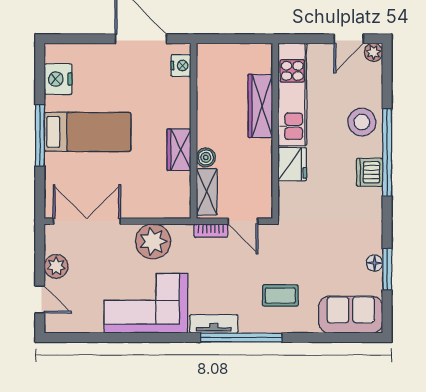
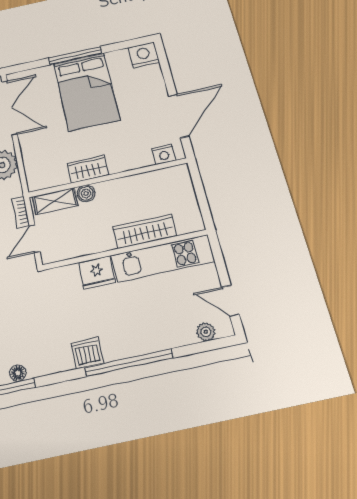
plant: (374, 52) -> (206, 332), moved
nightstand: (58, 79) -> (144, 55), moved
stool: (362, 122) -> (153, 331), removed
bed: (88, 132) -> (86, 91), width x1.50
dishwasher: (370, 172) -> (87, 353), moved

